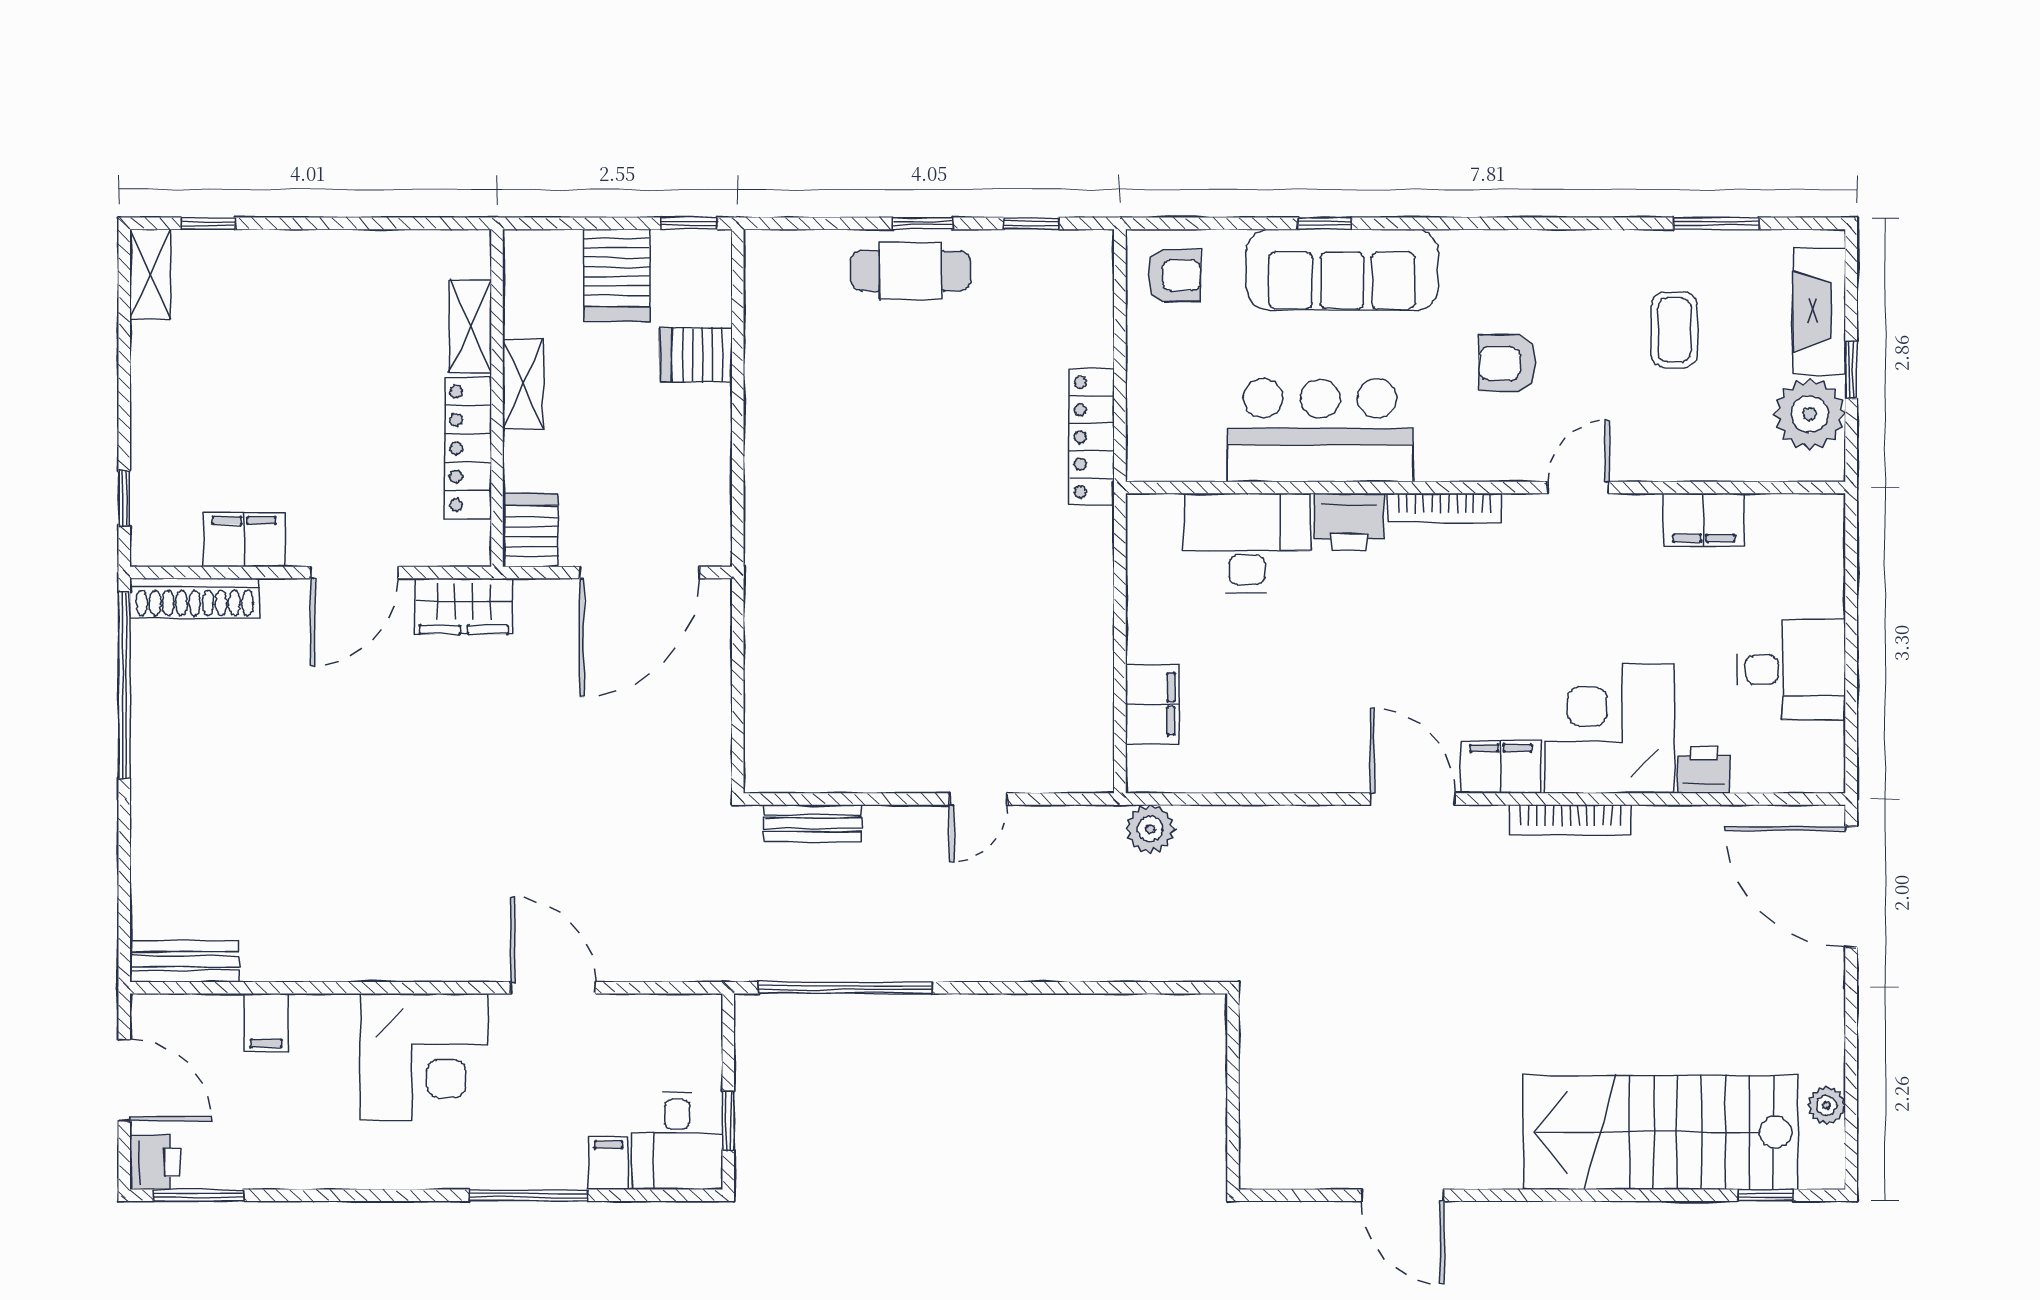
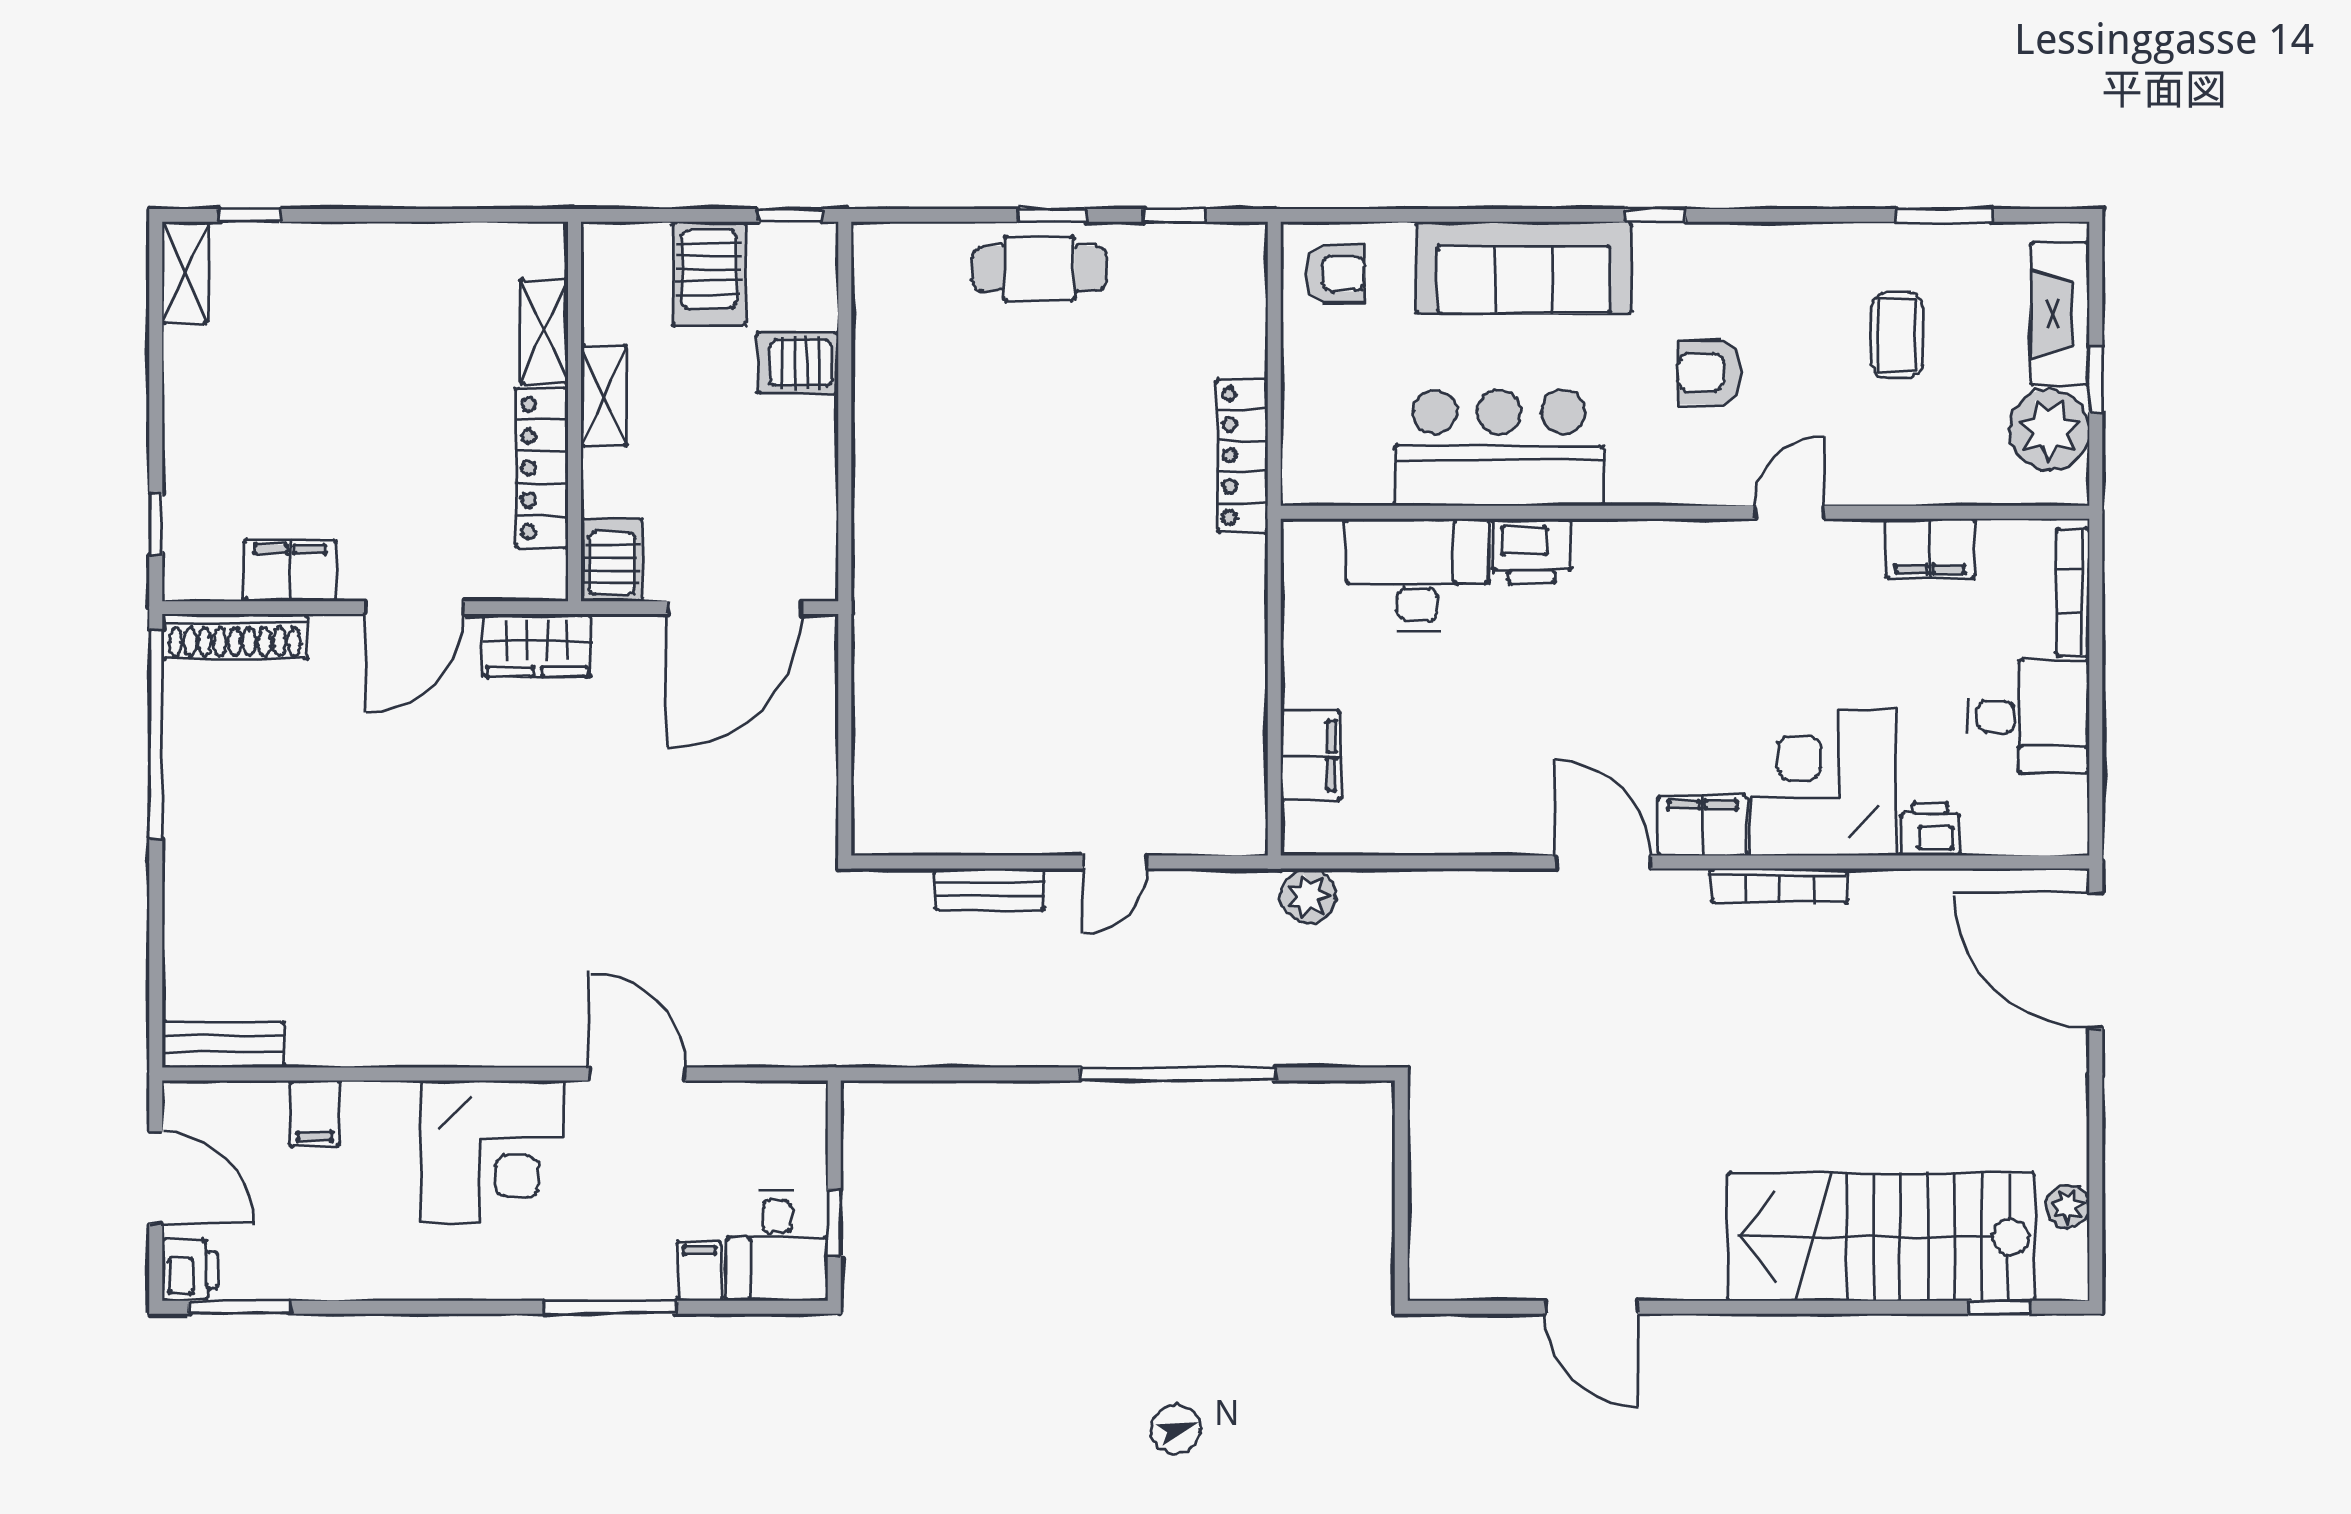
window: (1325, 223) -> (1655, 215), moved
bookcase: (1444, 508) -> (2073, 592), moved, turned 90
bench: (813, 823) -> (990, 889), moved
window: (845, 988) -> (1178, 1074), moved

